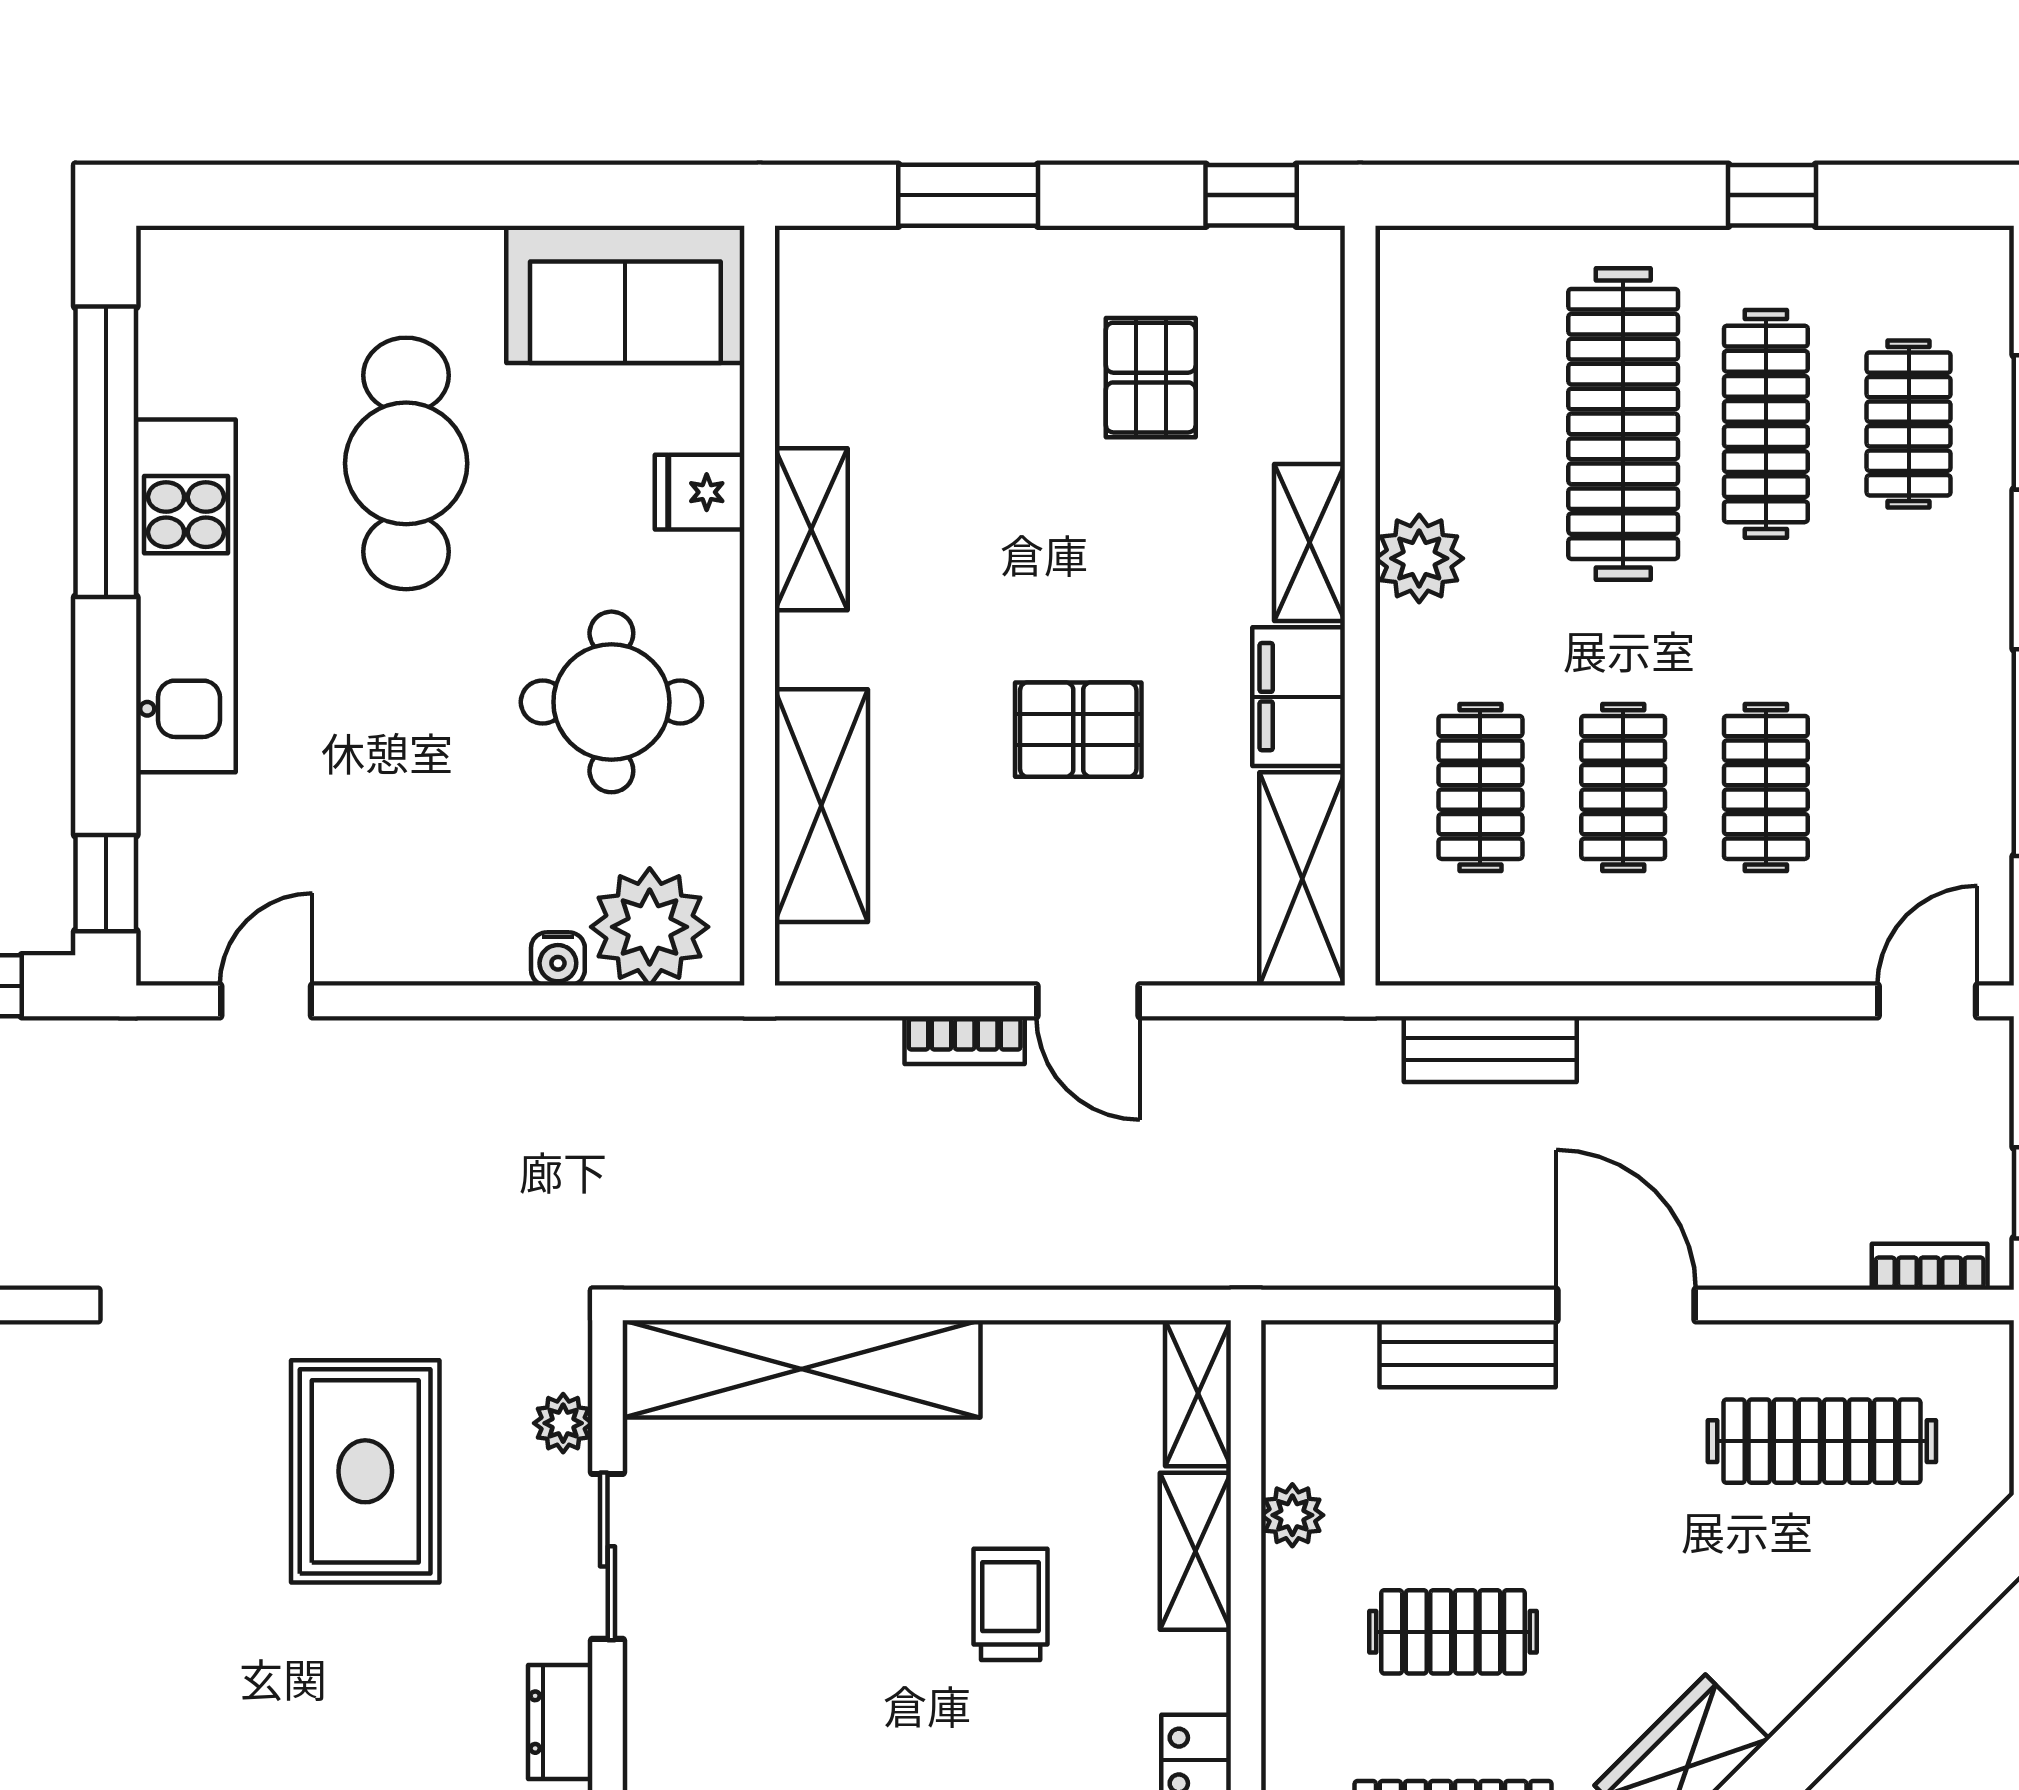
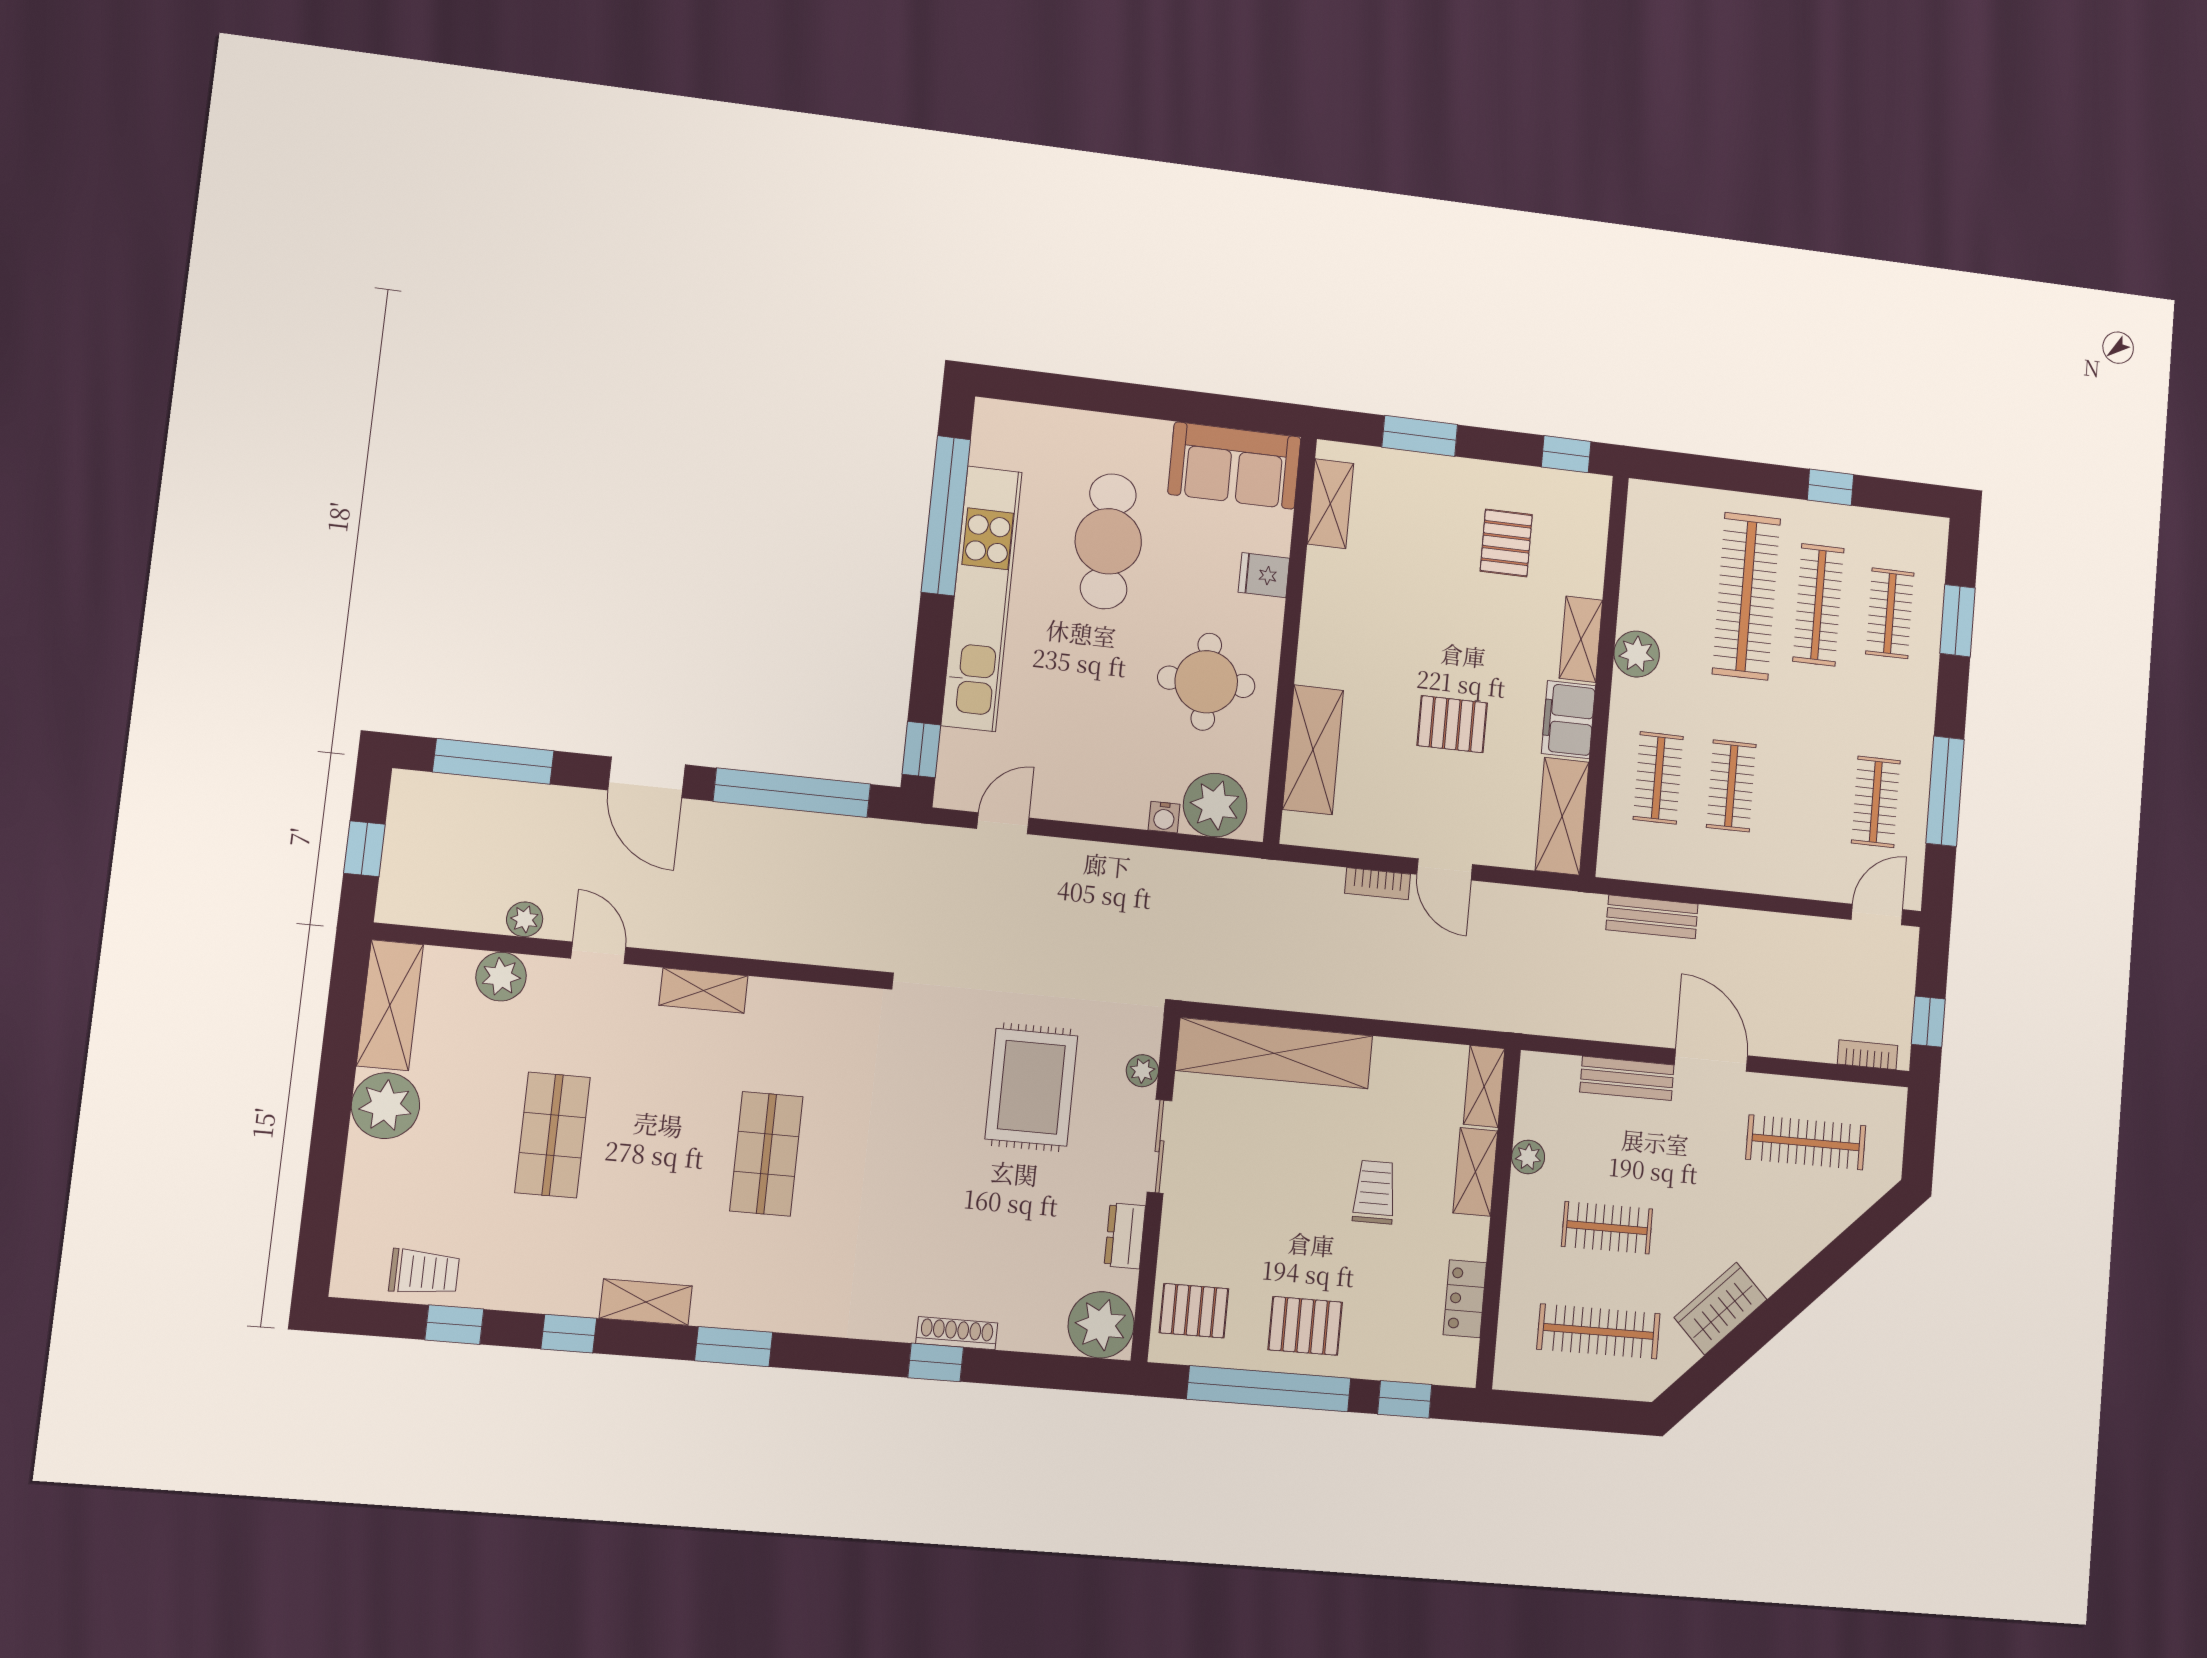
shelving: (811, 529) -> (1330, 504), moved
kitchen unit: (186, 596) -> (982, 598), width x1.36
clothes rail: (1766, 787) -> (1876, 802), moved

